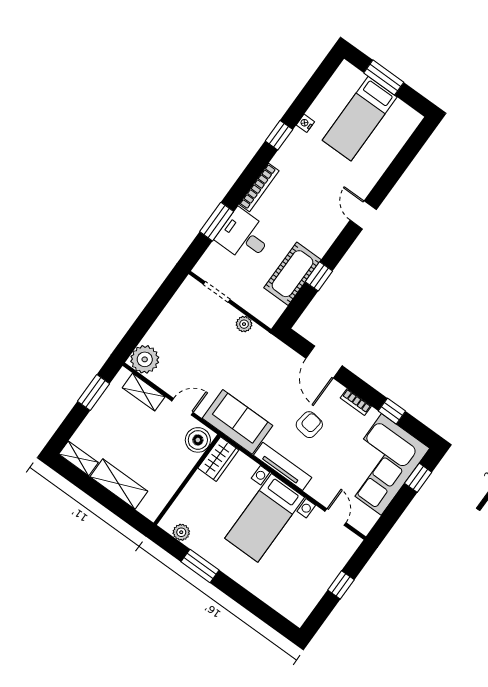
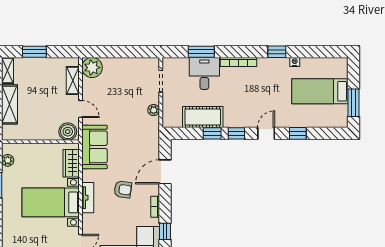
window: (384, 78) -> (354, 103), moved
window: (389, 179) -> (298, 133), added
window: (339, 249) -> (236, 133), added
window: (93, 392) -> (34, 52), moved
wardrobe: (218, 459) -> (71, 163), moved, turned 90
tv unit: (283, 466) -> (88, 198), width x0.71

